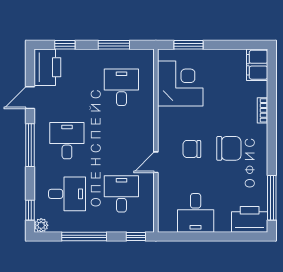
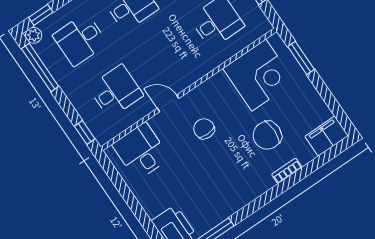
chair: (229, 148) -> (267, 135), moved, turned 90
desk: (67, 194) -> (80, 39), turned 90
desk: (196, 213) -> (141, 151), moved, turned 90
window: (84, 236) -> (40, 68), moved

